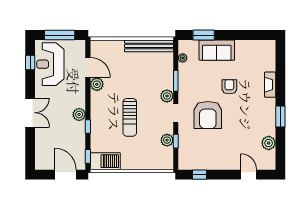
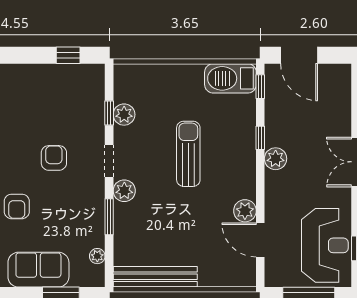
armchair: (208, 115) -> (54, 158), width x0.53, depth x0.53

